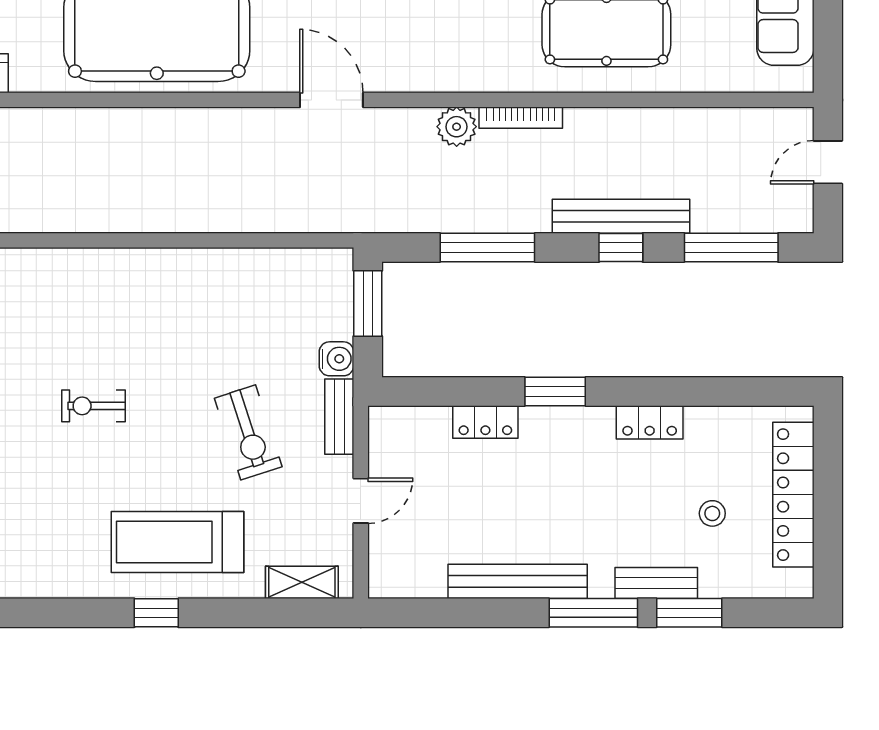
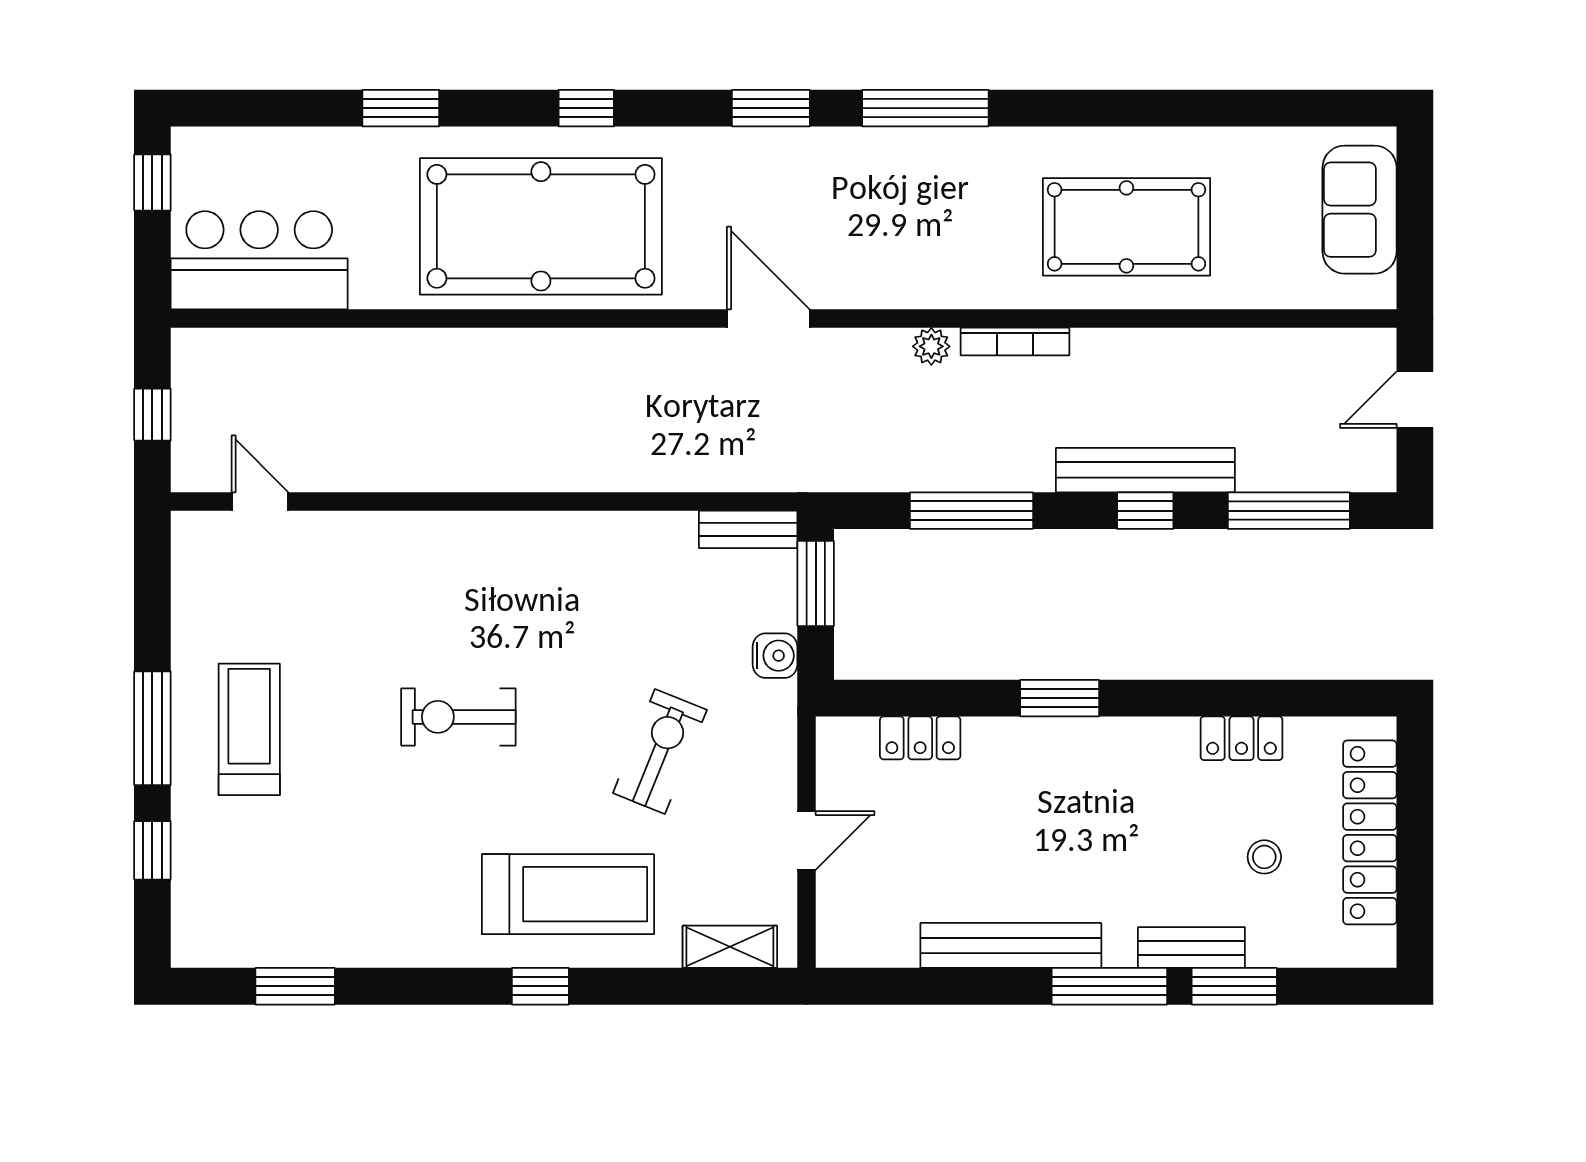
plant: (457, 127) -> (931, 346), width x0.73, depth x0.73
exercise bike: (93, 406) -> (458, 717), width x1.38, depth x1.39
bench: (339, 417) -> (748, 529), moved, turned 90
locker: (485, 422) -> (920, 738), moved
locker: (650, 422) -> (1241, 738), moved
exercise bike: (248, 432) -> (660, 751), turned -140
treadmill: (178, 542) -> (568, 894), turned 180

